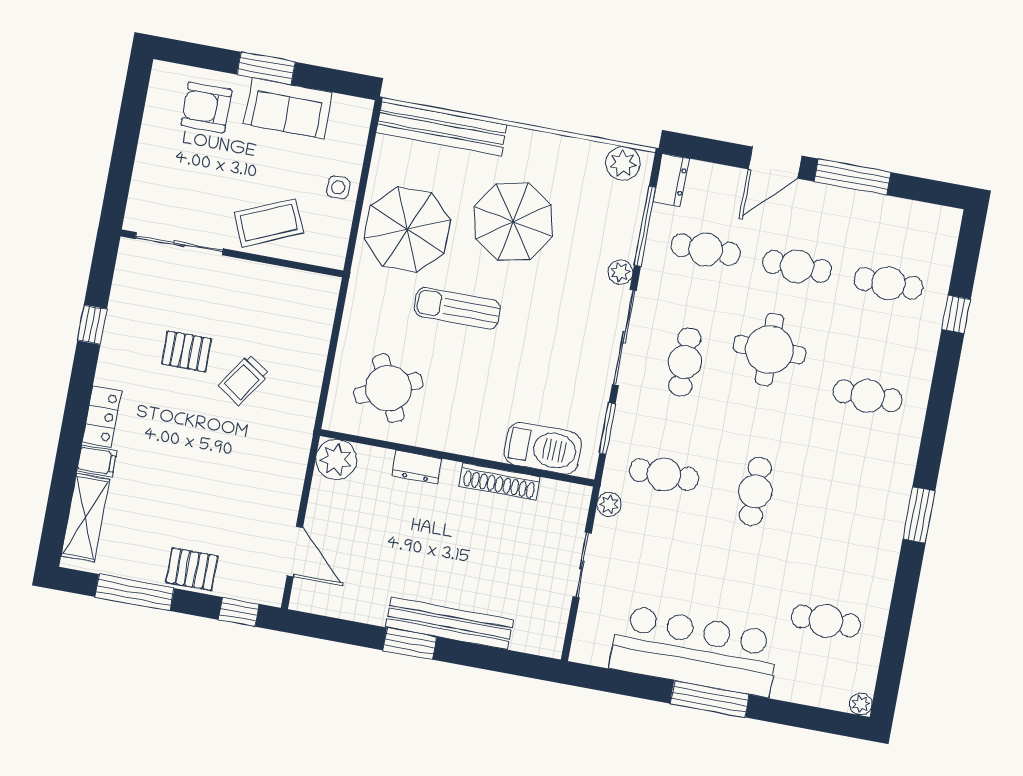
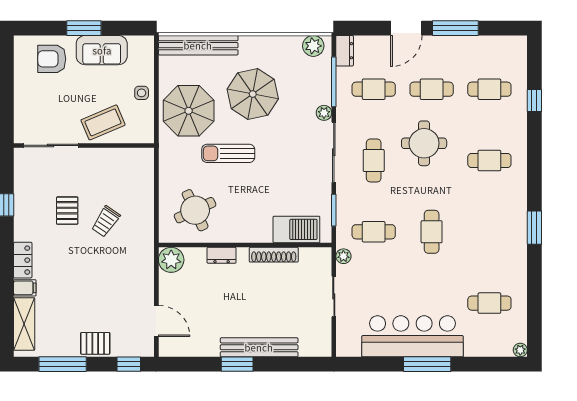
pallet: (186, 351) -> (67, 211), turned 90

